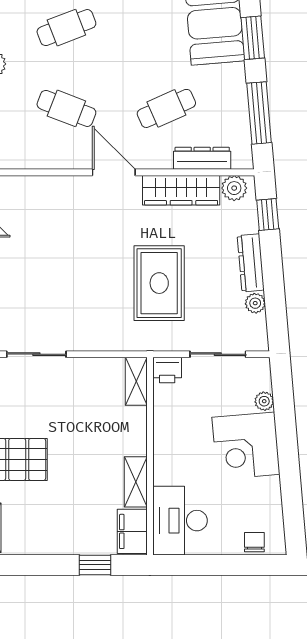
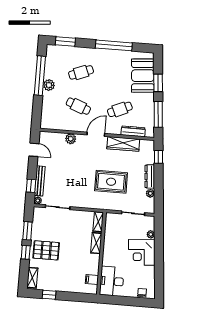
door: (114, 172) -> (96, 134), hinge flipped
plant: (234, 188) -> (71, 139), moved
rug: (159, 283) -> (111, 182), turned 90
printer: (167, 370) -> (111, 218), removed
shelving: (136, 482) -> (96, 243), moved
filing cabinet: (132, 531) -> (92, 279), width x0.50
window: (95, 565) -> (49, 295), moved

